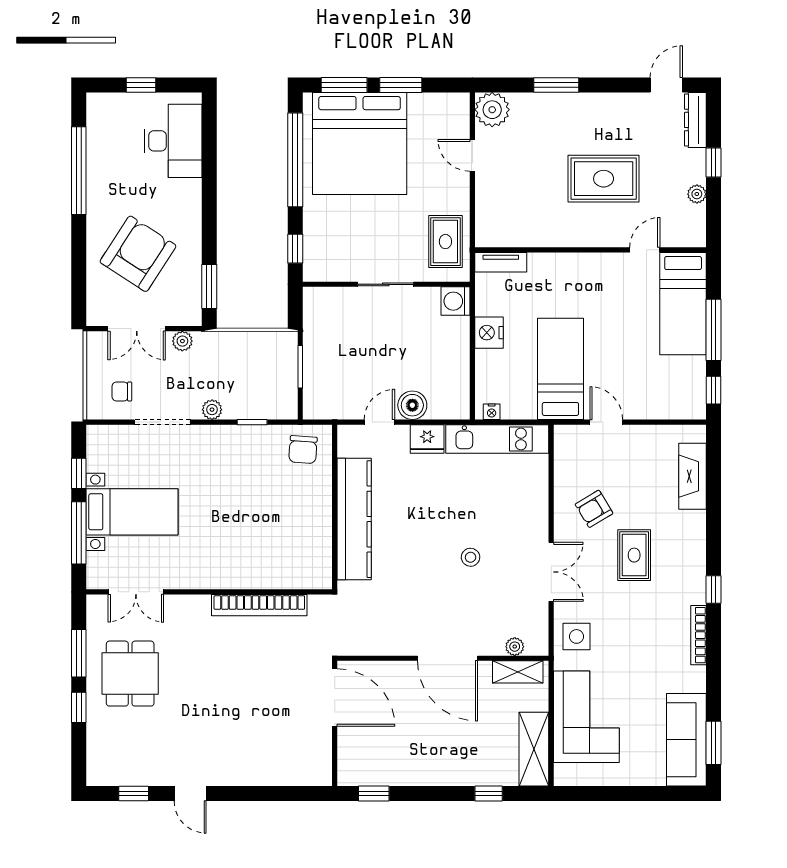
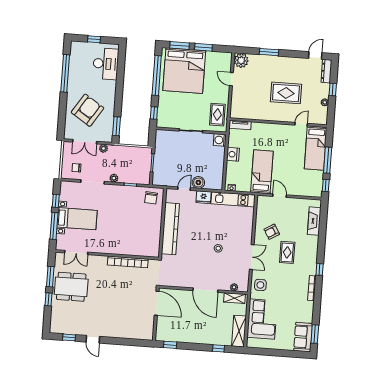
dining table: (130, 674) -> (71, 287), width x1.38
sofa: (686, 740) -> (303, 337), width x0.73

